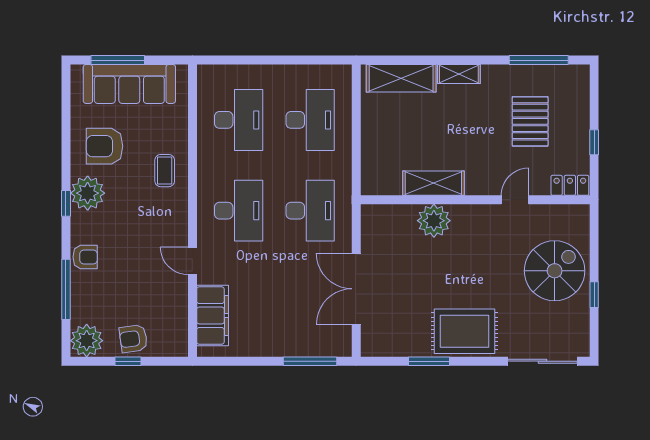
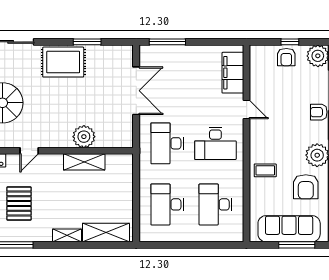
armchair: (104, 146) -> (306, 187), turned 90
coffee table: (165, 171) -> (265, 170), turned 90
desk: (239, 211) -> (215, 143), turned -90
armchair: (133, 339) -> (286, 57), turned 98

